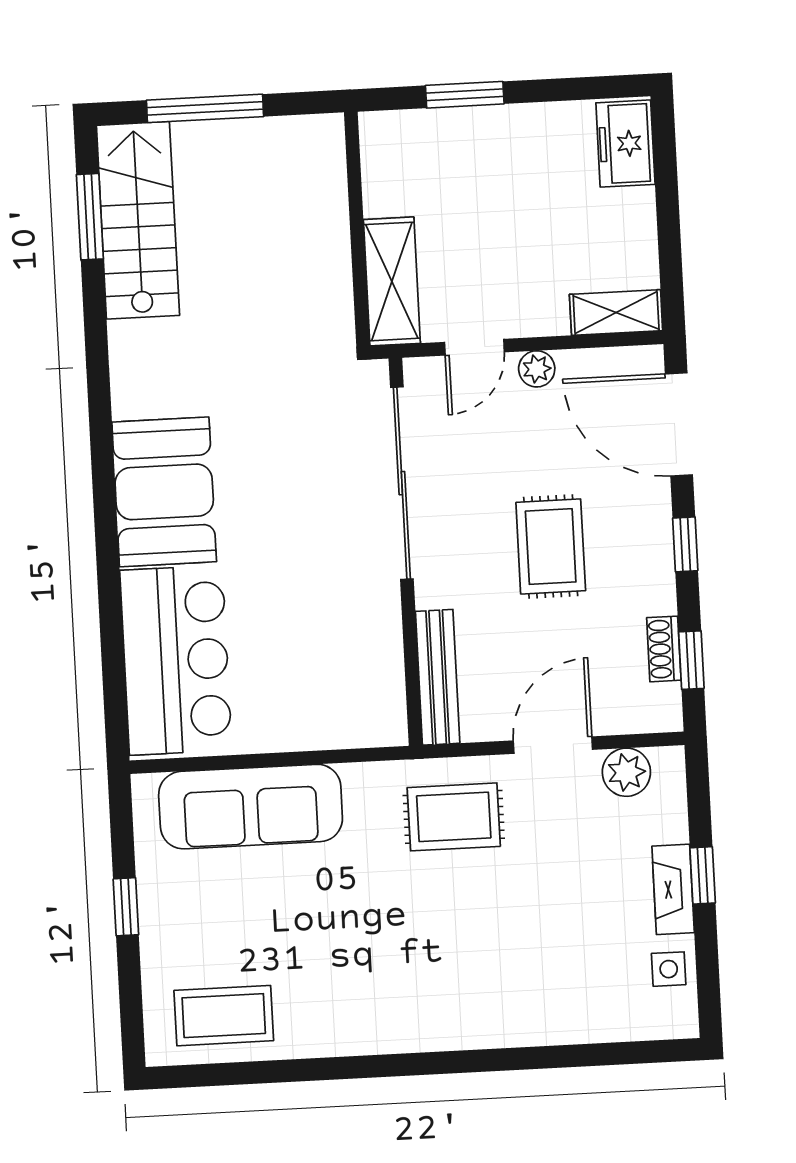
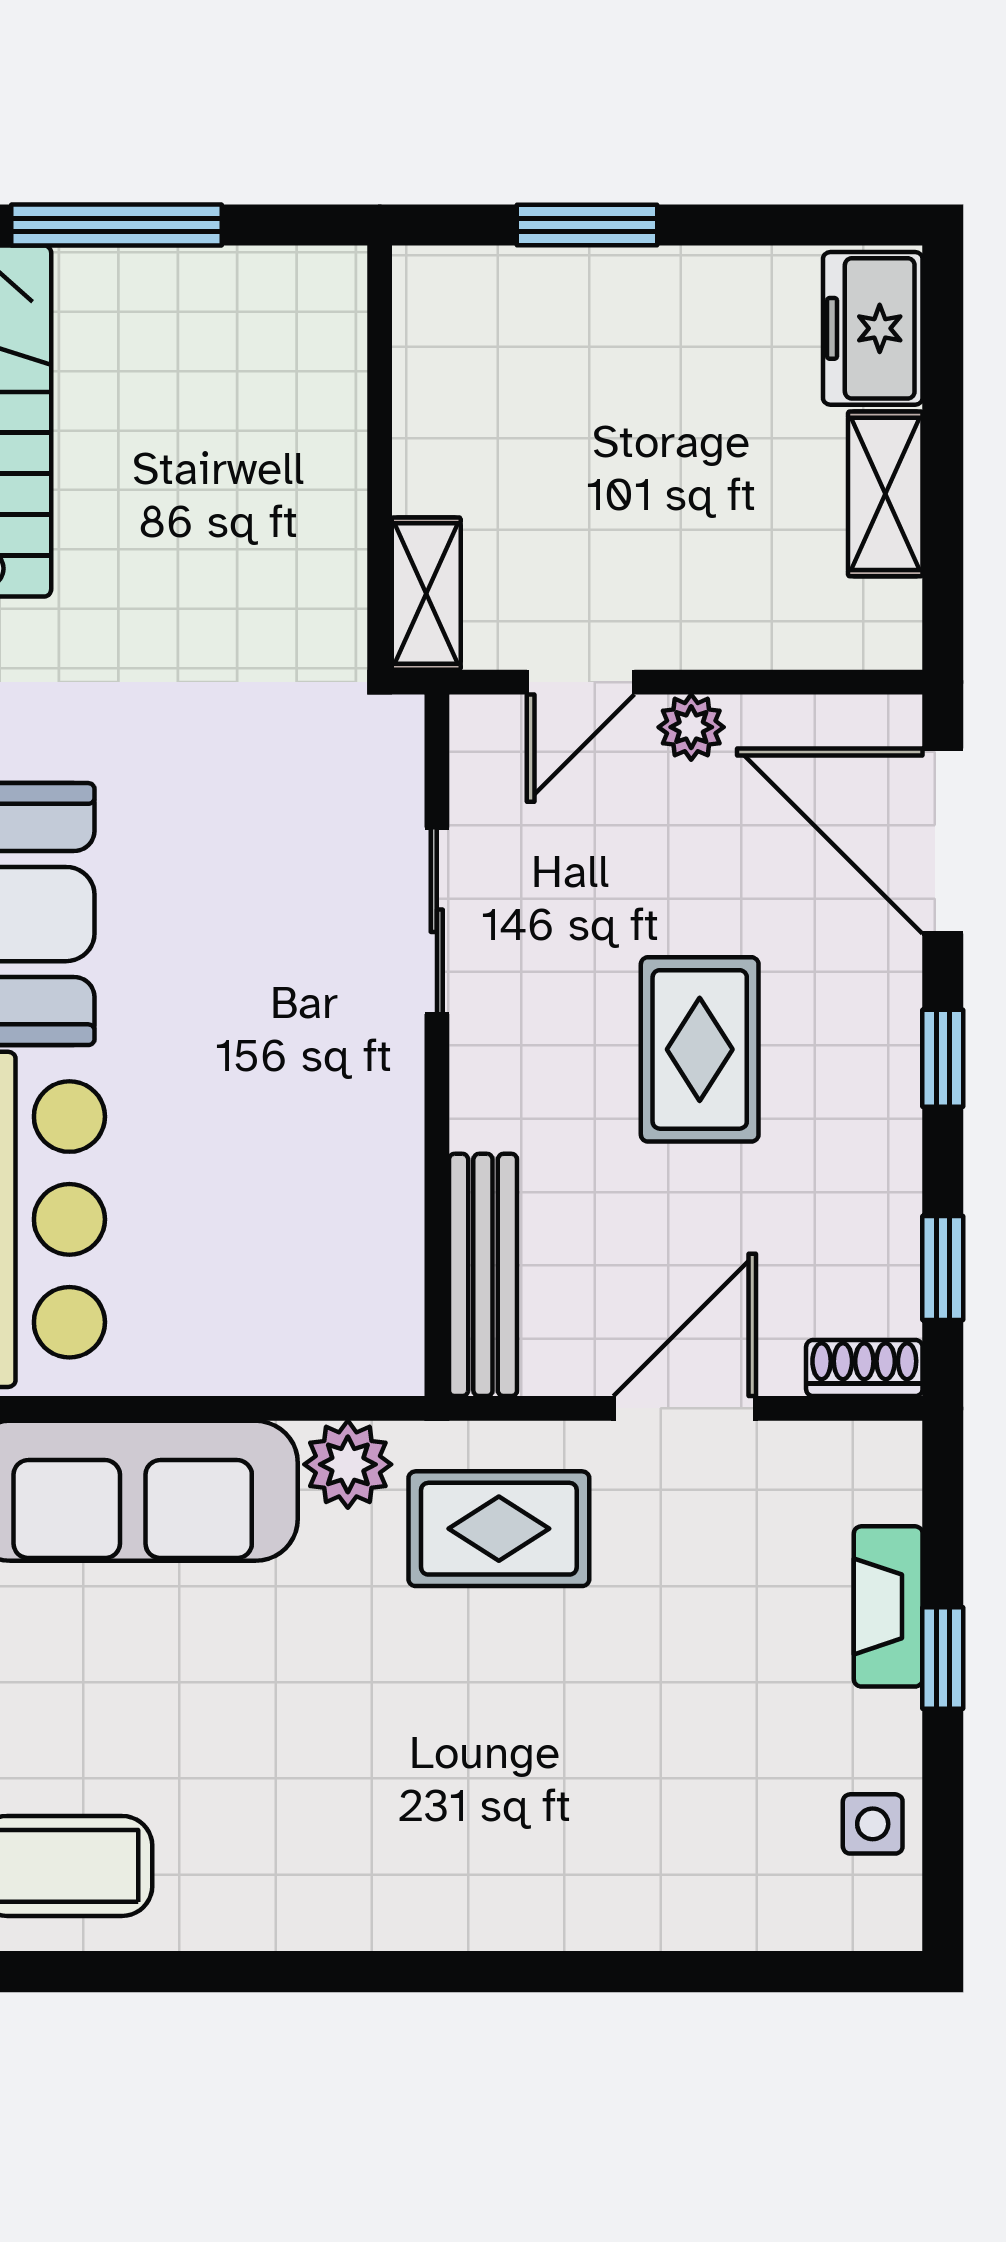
shelving: (392, 281) -> (426, 594), width x0.67, depth x0.75
shelving: (616, 312) -> (885, 494), moved, turned 90
sliding door: (402, 483) -> (437, 921), width x0.54
shoe rack: (664, 649) -> (864, 1368), moved, turned 90
plant: (626, 772) -> (348, 1464), moved
fireplace: (673, 889) -> (888, 1606), moved

